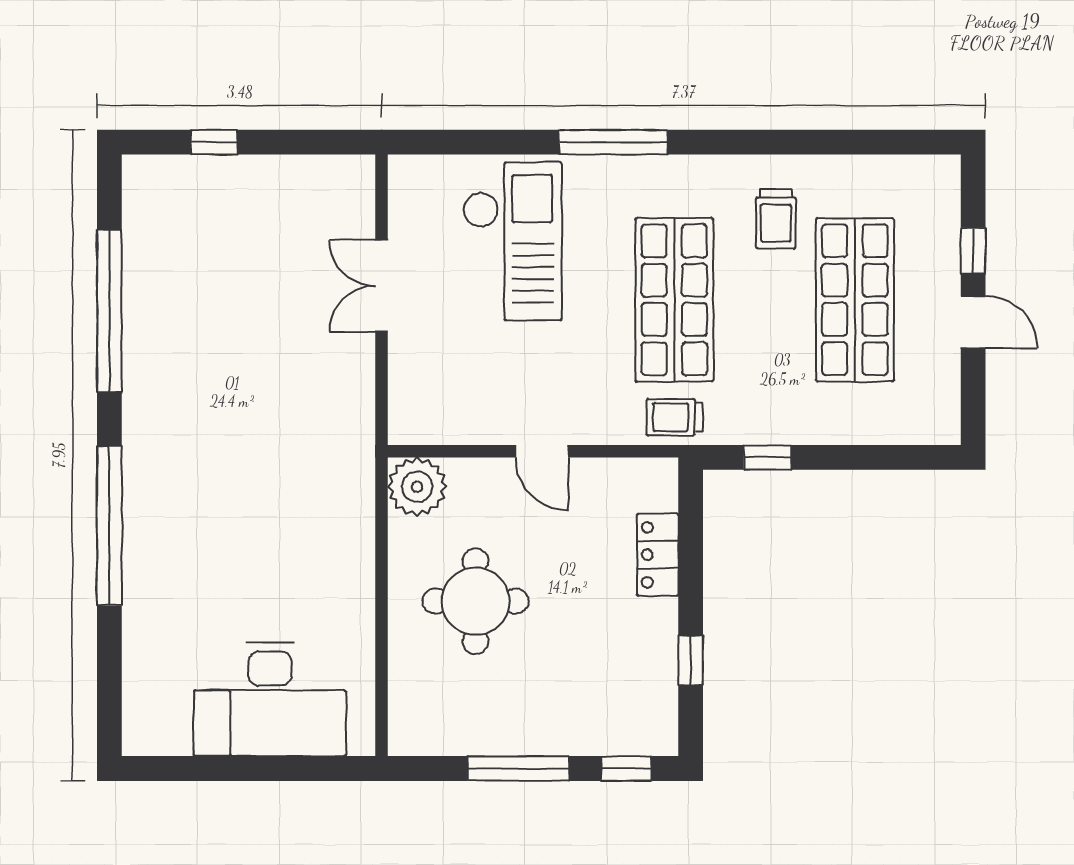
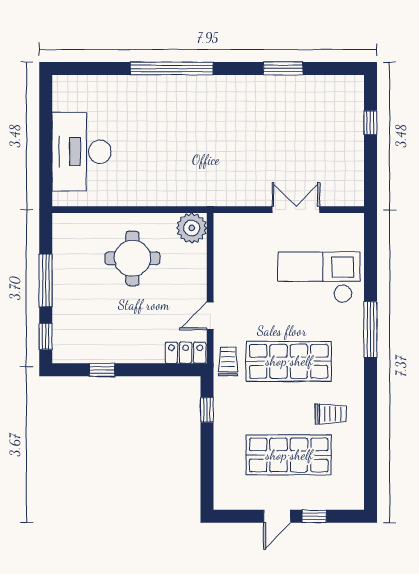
trolley: (776, 219) -> (331, 414), turned 180
checkout: (512, 241) -> (319, 277), turned 180
window: (109, 311) -> (283, 68), width x0.47
door: (542, 451) -> (210, 316), moved
locker: (658, 555) -> (186, 353), moved

